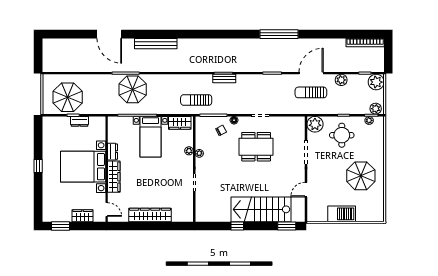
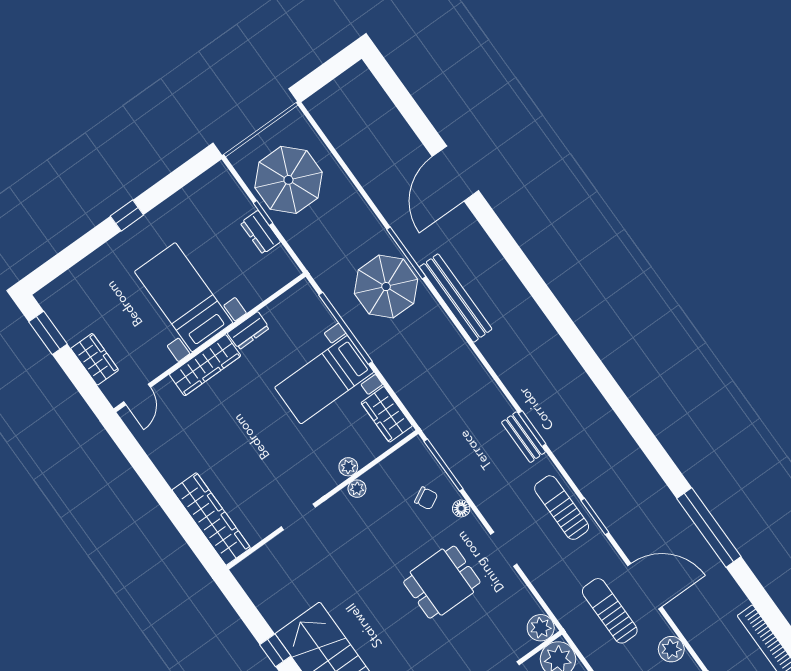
window: (279, 34) -> (709, 528), moved
bench: (156, 44) -> (456, 298), moved
sun lounger: (196, 100) -> (562, 508), moved
plant: (299, 122) -> (541, 628), added
dining table: (256, 147) -> (442, 582), width x0.73
bed with nightstands: (83, 167) -> (184, 297), width x0.73
wardrobe: (150, 215) -> (211, 519), moved

